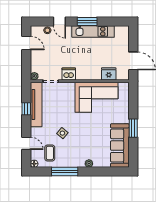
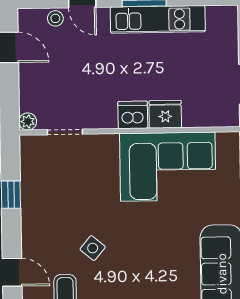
dishwasher: (69, 74) -> (133, 115), moved
fridge: (109, 74) -> (165, 114), moved
tv unit: (36, 104) -> (33, 185), removed

